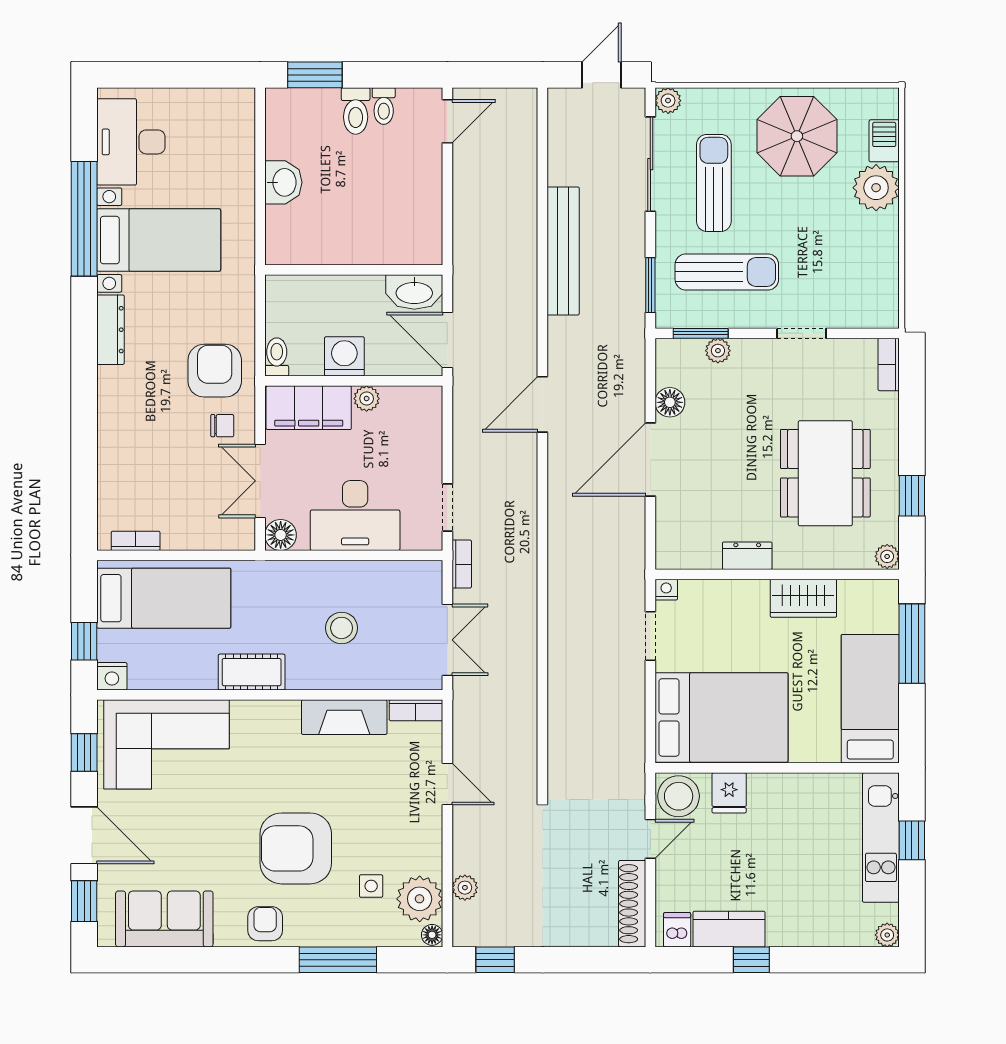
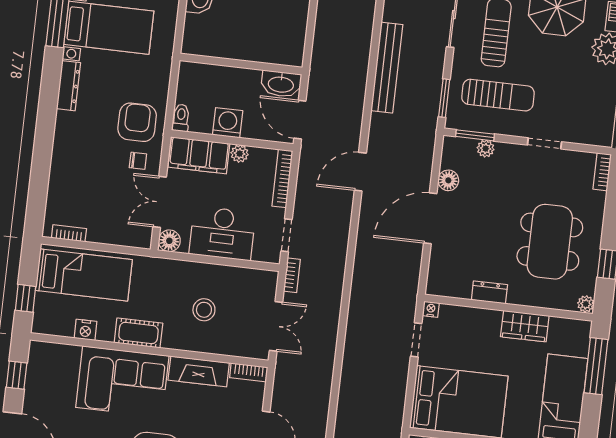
bookcase: (432, 427) -> (282, 178), added
nightstand: (112, 676) -> (86, 330), moved
corner sofa: (166, 744) -> (122, 382), moved

